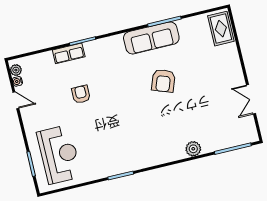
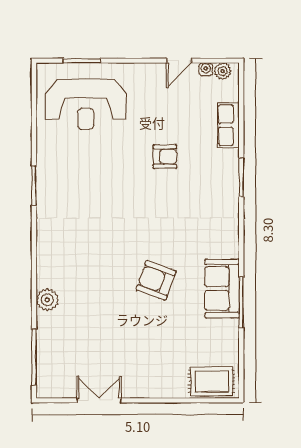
sofa: (151, 38) -> (222, 288), width x0.73
row of seats: (69, 53) -> (228, 125), moved

